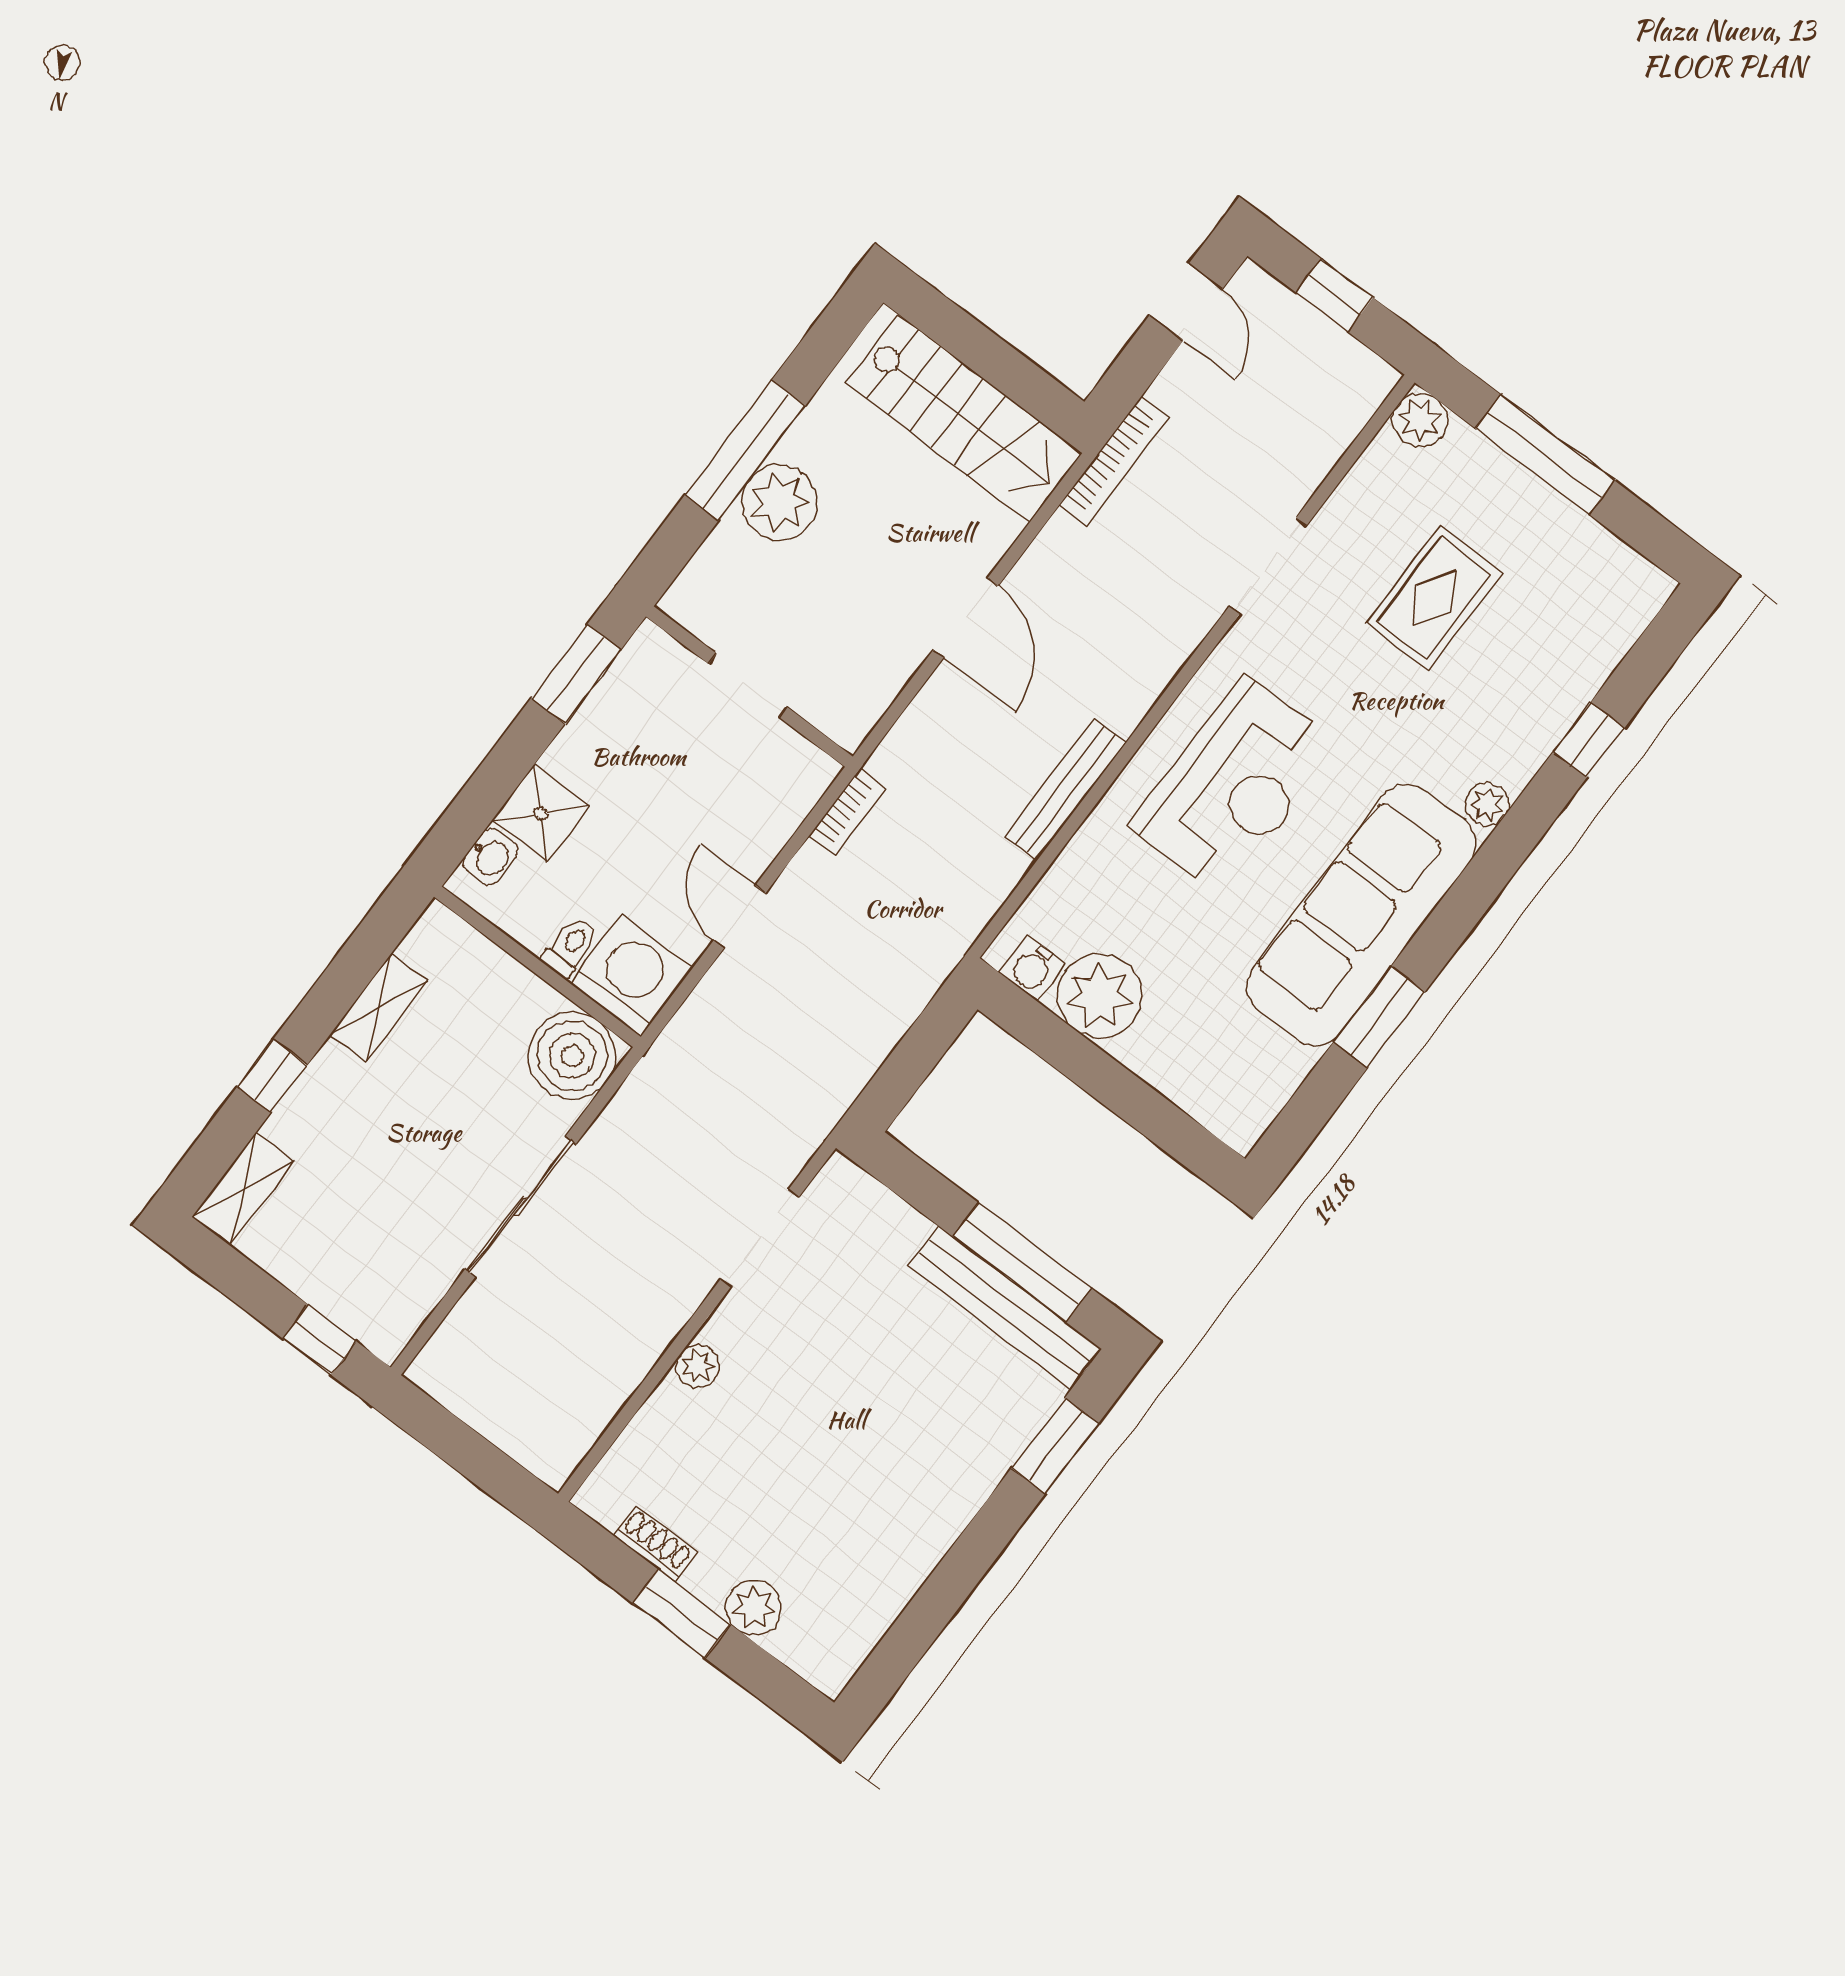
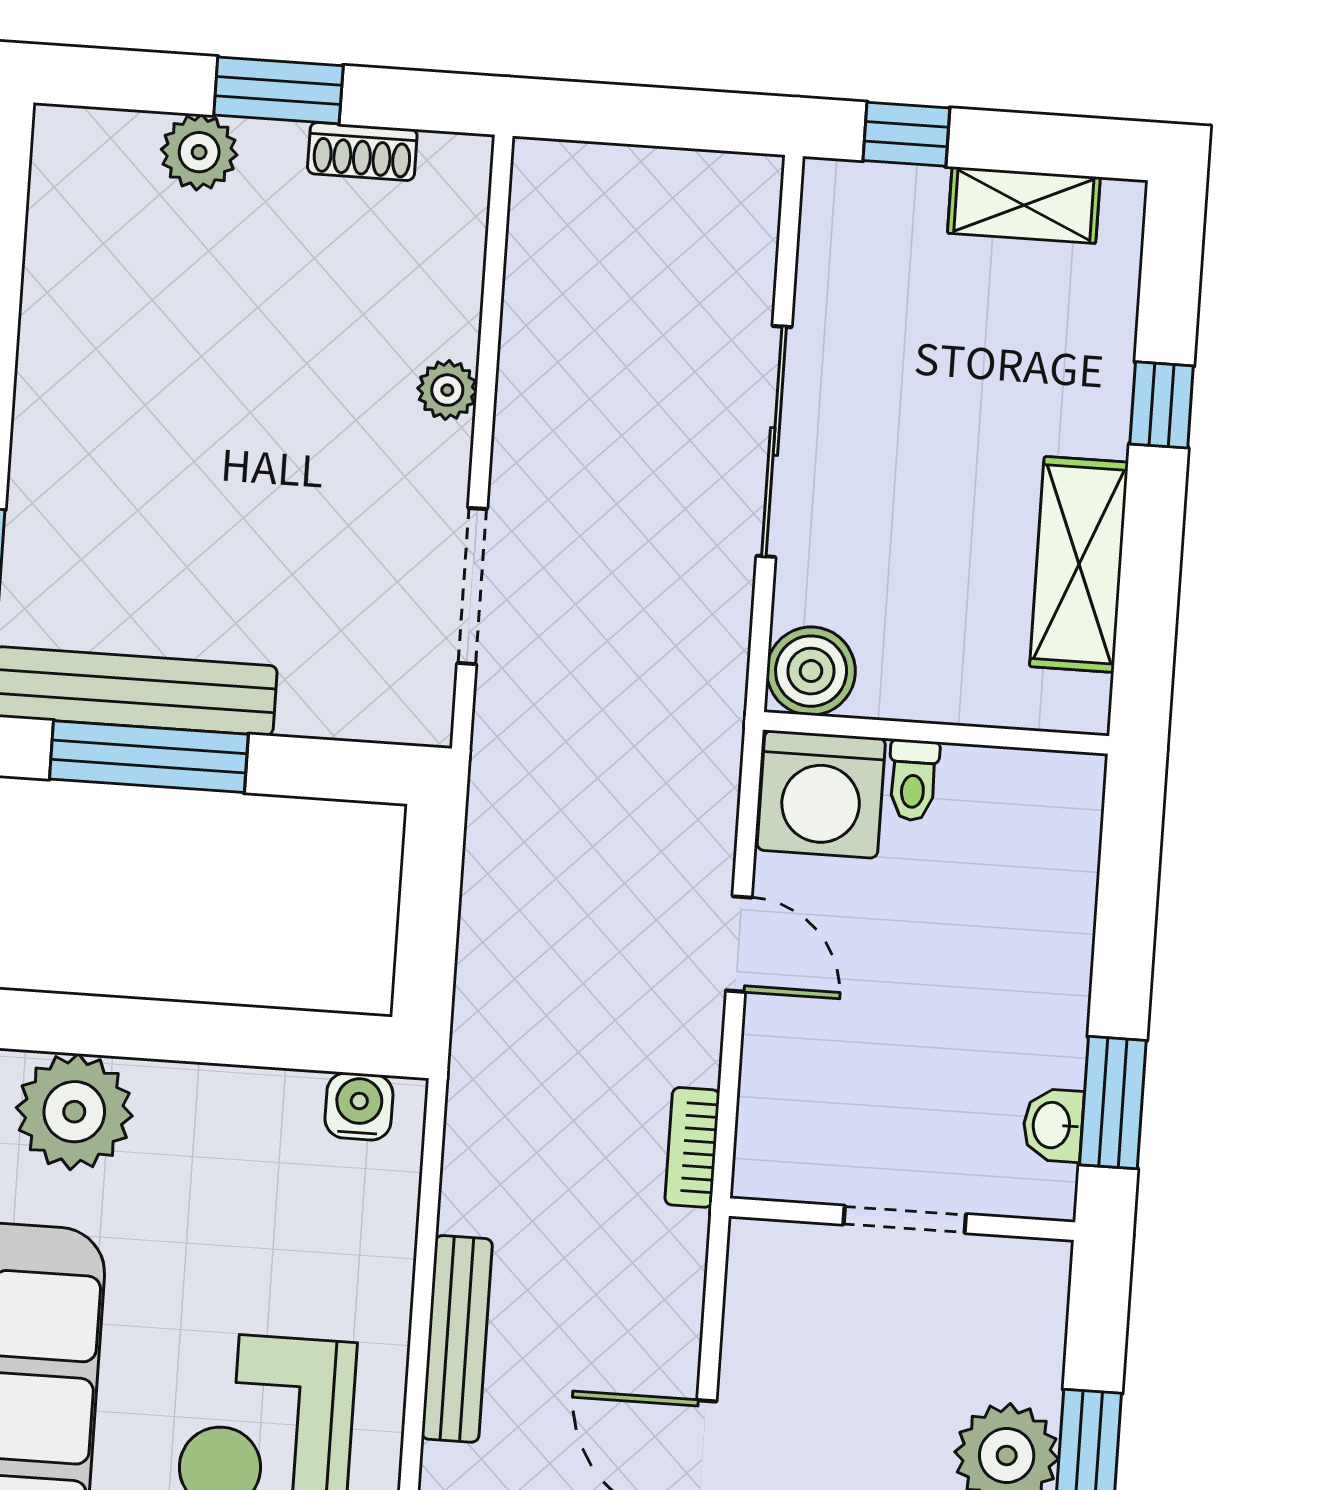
shower: (541, 814) -> (1048, 914), removed
washbasin: (490, 857) -> (1053, 1125), moved
plant: (1100, 996) -> (74, 1112), moved
shelving: (379, 1008) -> (1079, 564), width x1.50, depth x1.33
boiler: (572, 1056) -> (811, 671), width x0.73, depth x0.73
shelving: (243, 1189) -> (1024, 205), moved, turned 90

